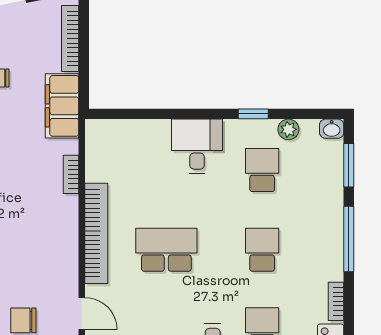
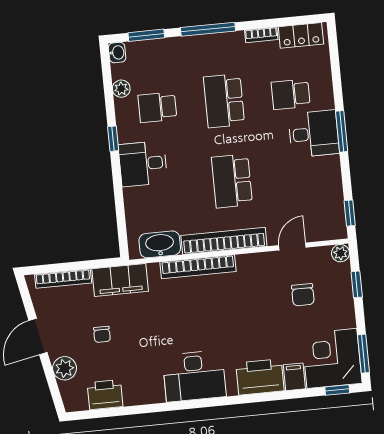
window: (253, 114) -> (113, 139), moved
washbasin: (100, 157) -> (160, 244), added
bookcase: (71, 174) -> (198, 267), width x2.31, depth x1.31
school desk: (262, 250) -> (224, 101), width x1.85

